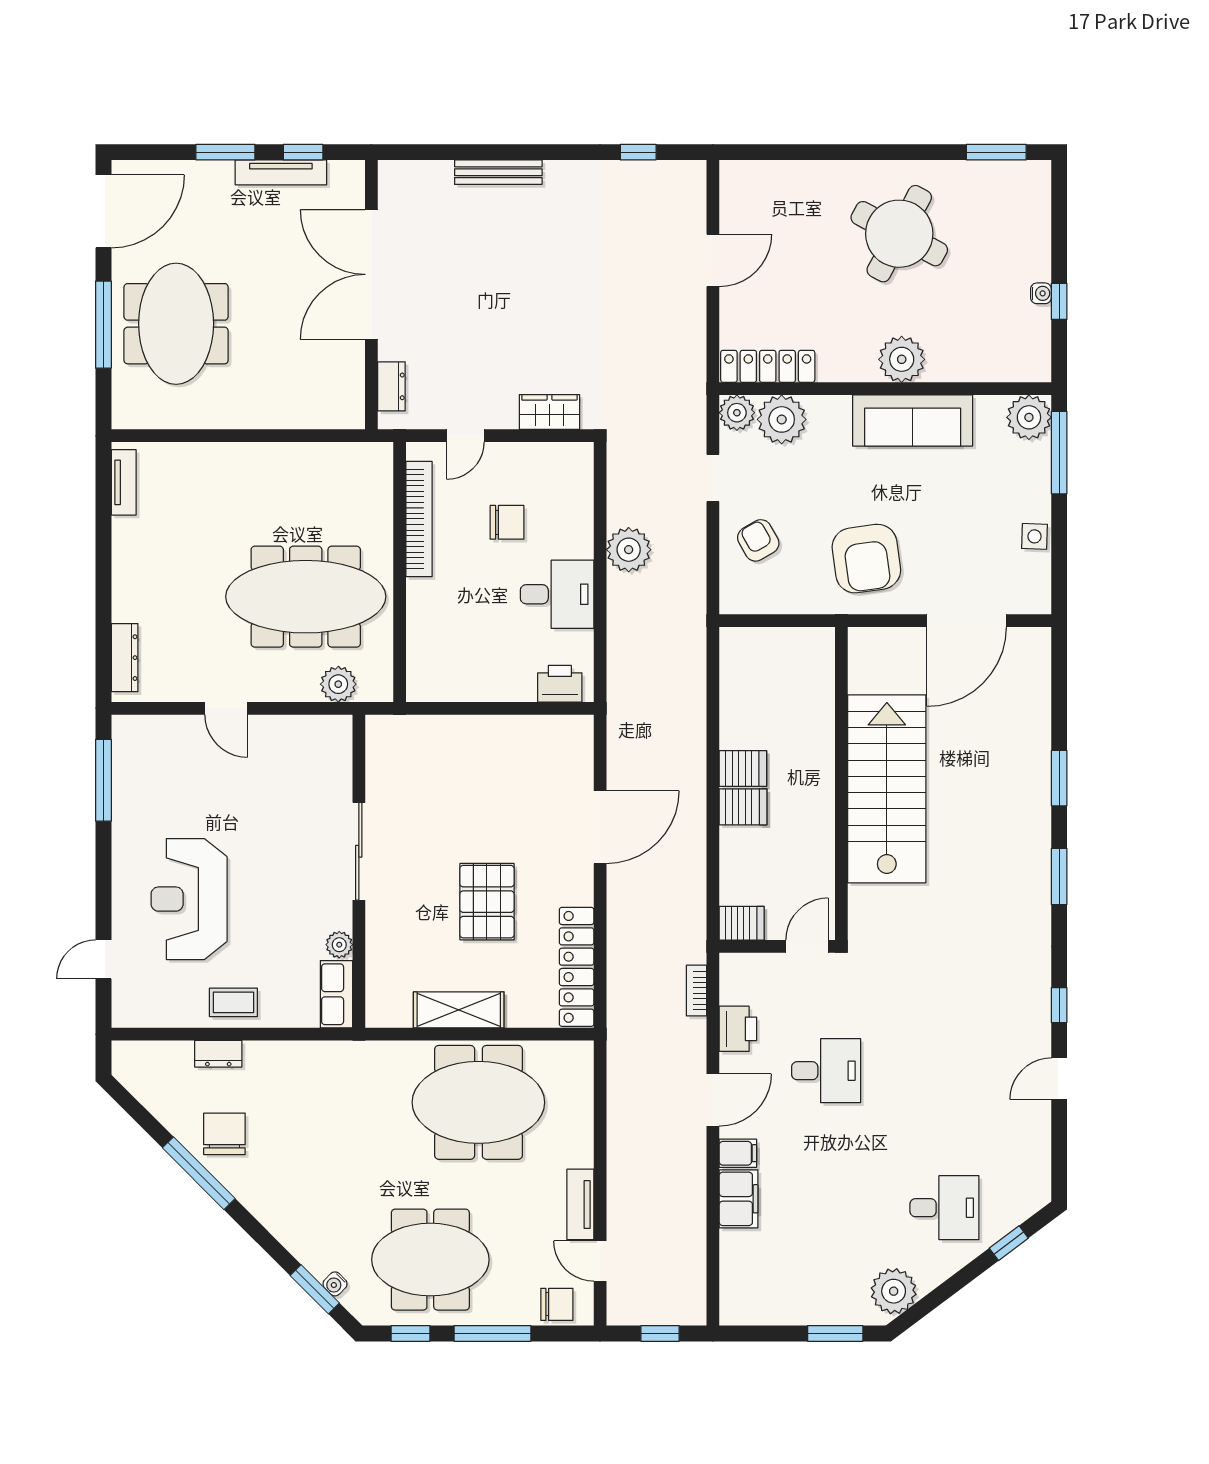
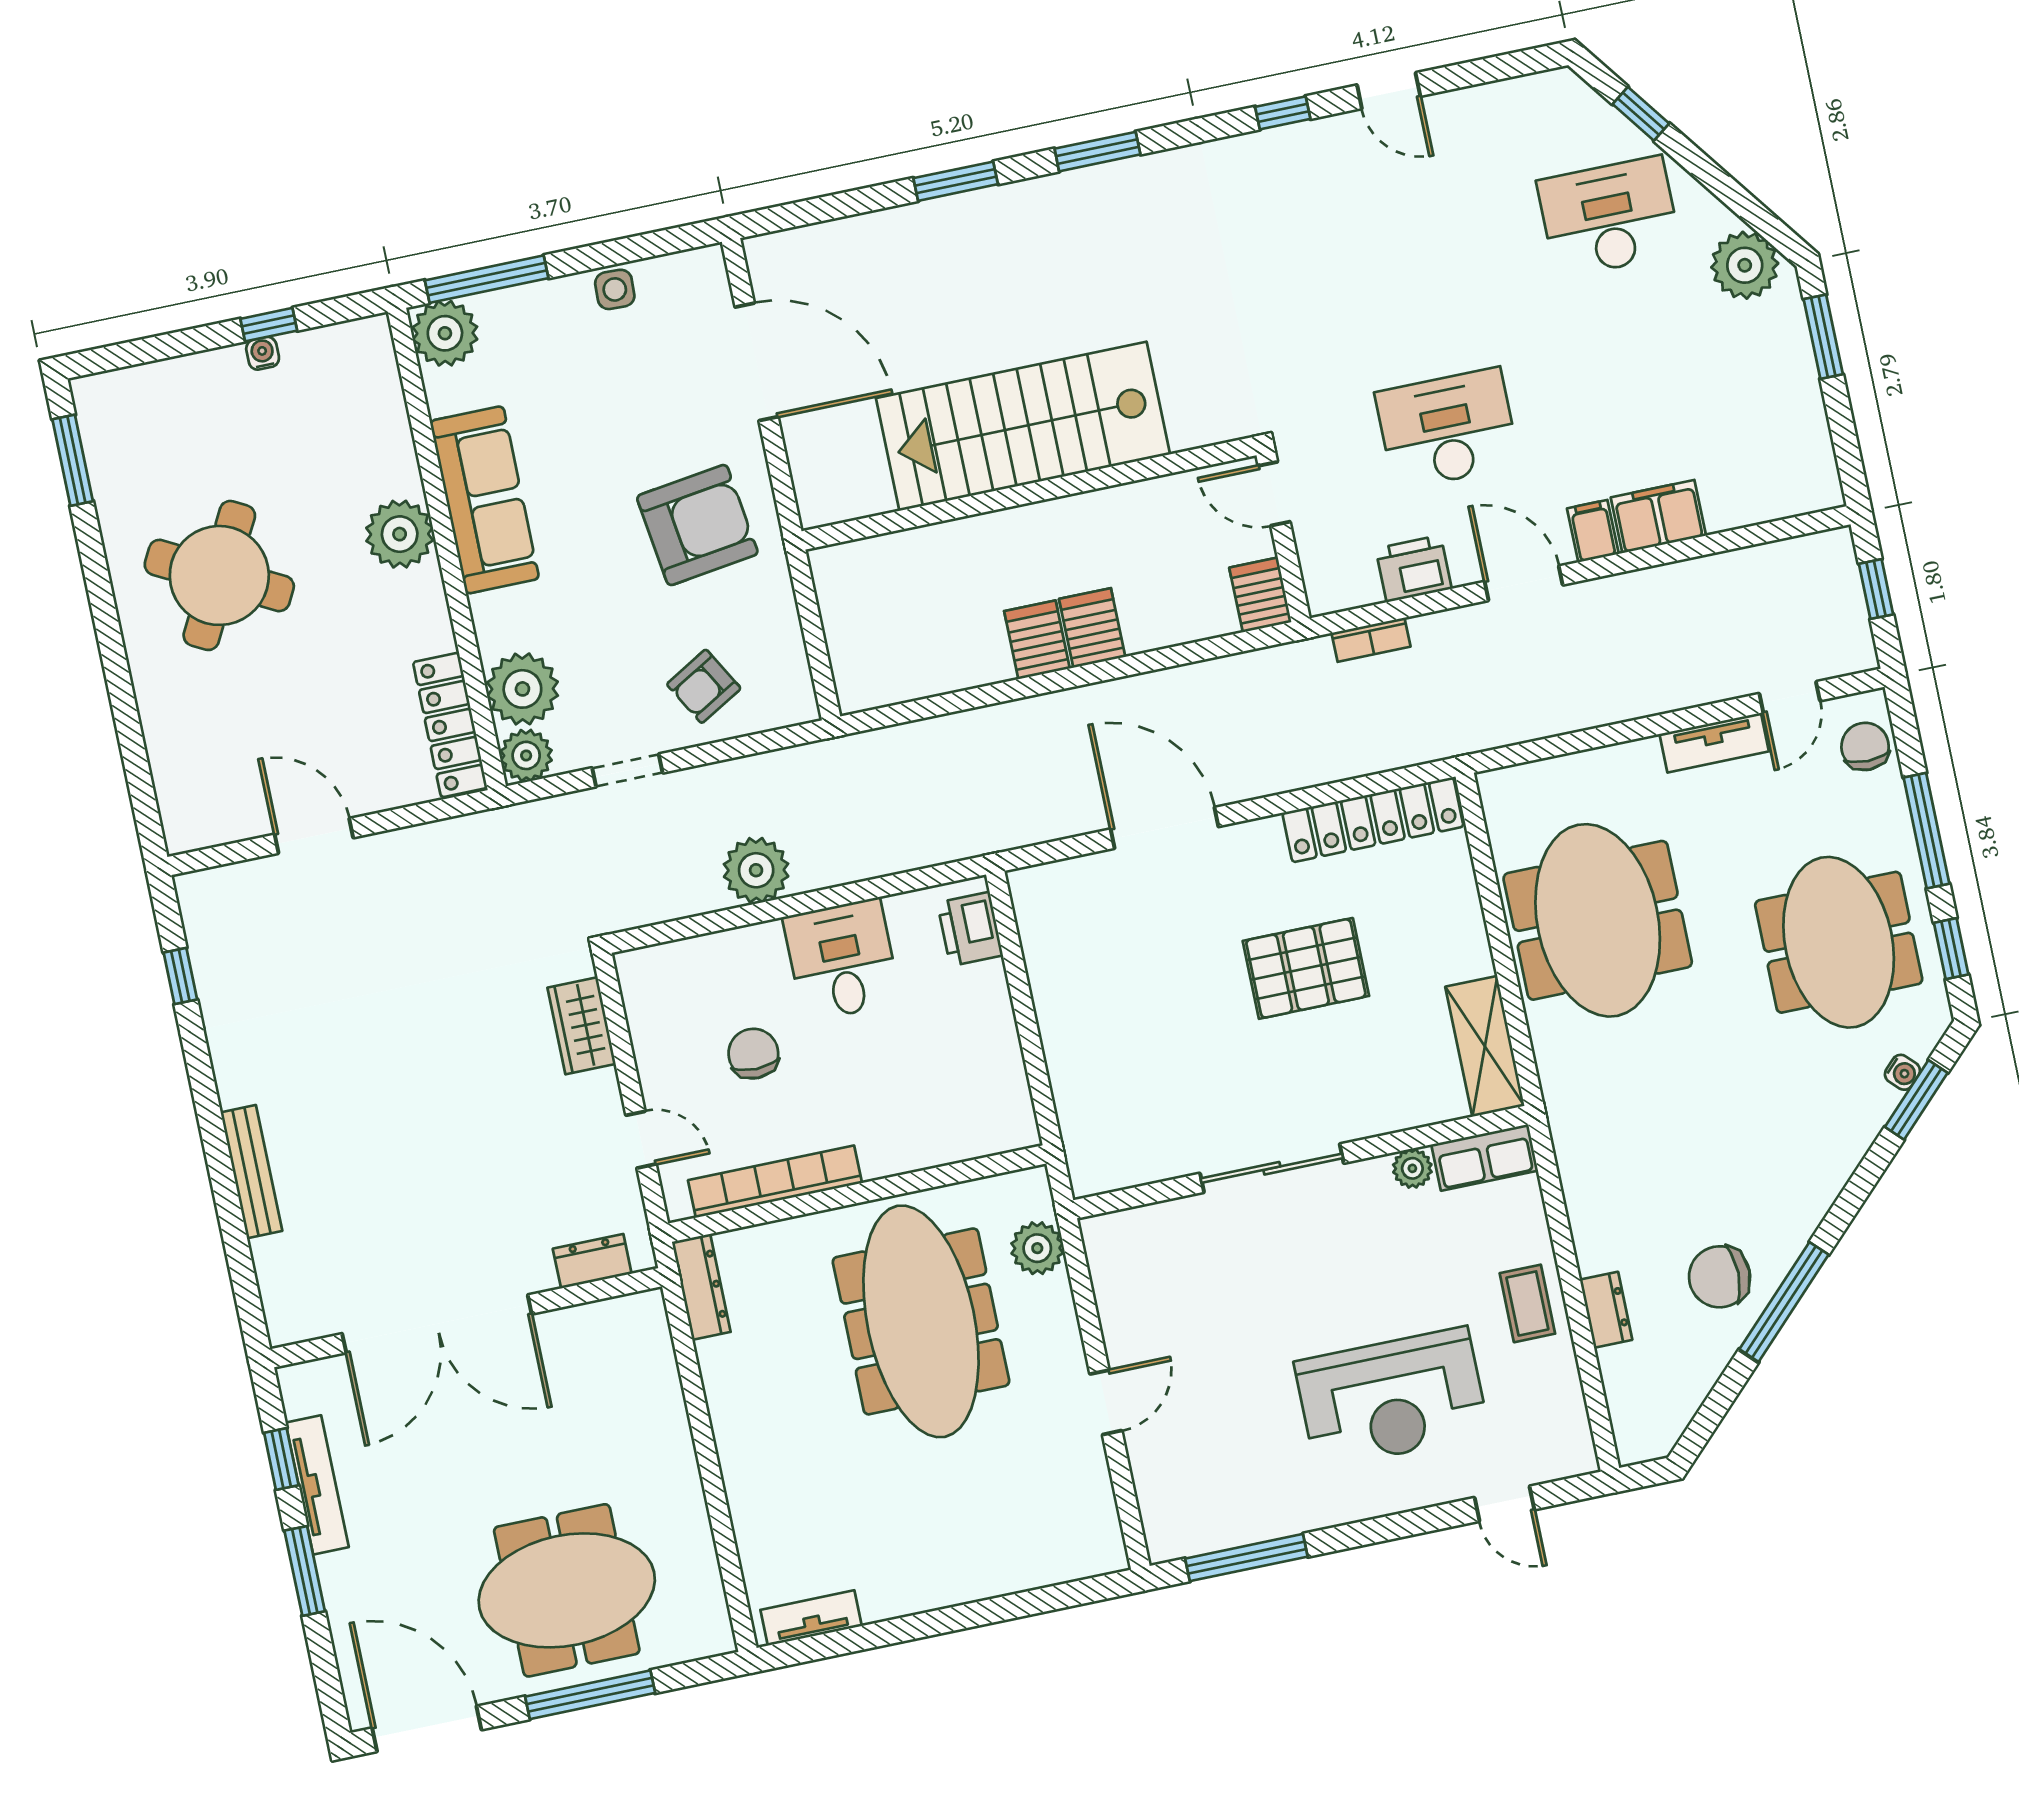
dresser: (125, 658) -> (701, 1287), moved, turned 90
shelving: (459, 1010) -> (1485, 1046), moved
desk: (826, 1071) -> (1447, 429), width x1.37
desk: (944, 1208) -> (1609, 217), width x1.37

